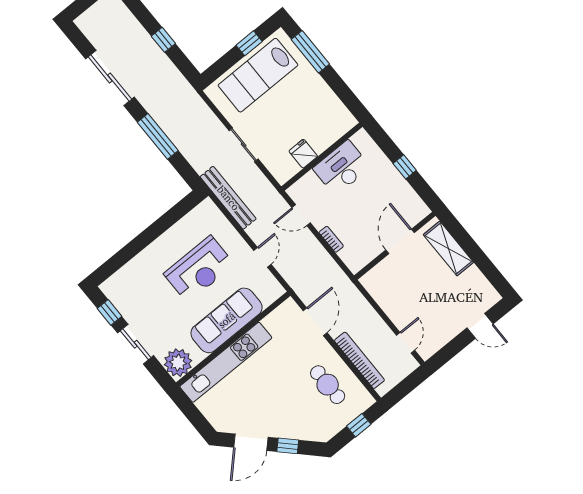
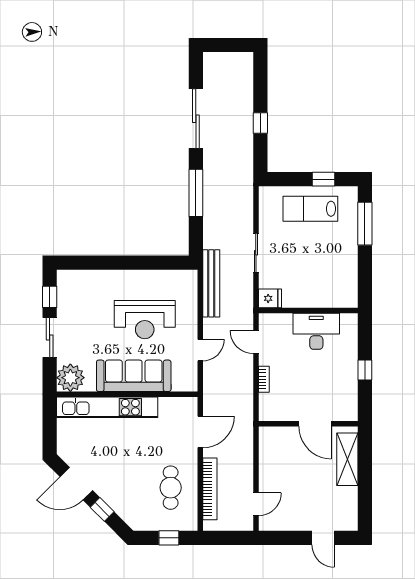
lab bench: (258, 75) -> (310, 209), width x0.73, depth x0.72
fridge: (303, 154) -> (270, 298), moved, turned 90
door: (400, 241) -> (315, 424), swing flipped

